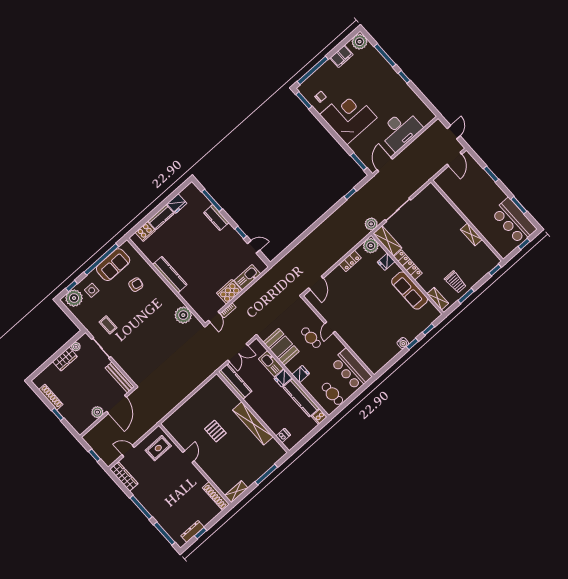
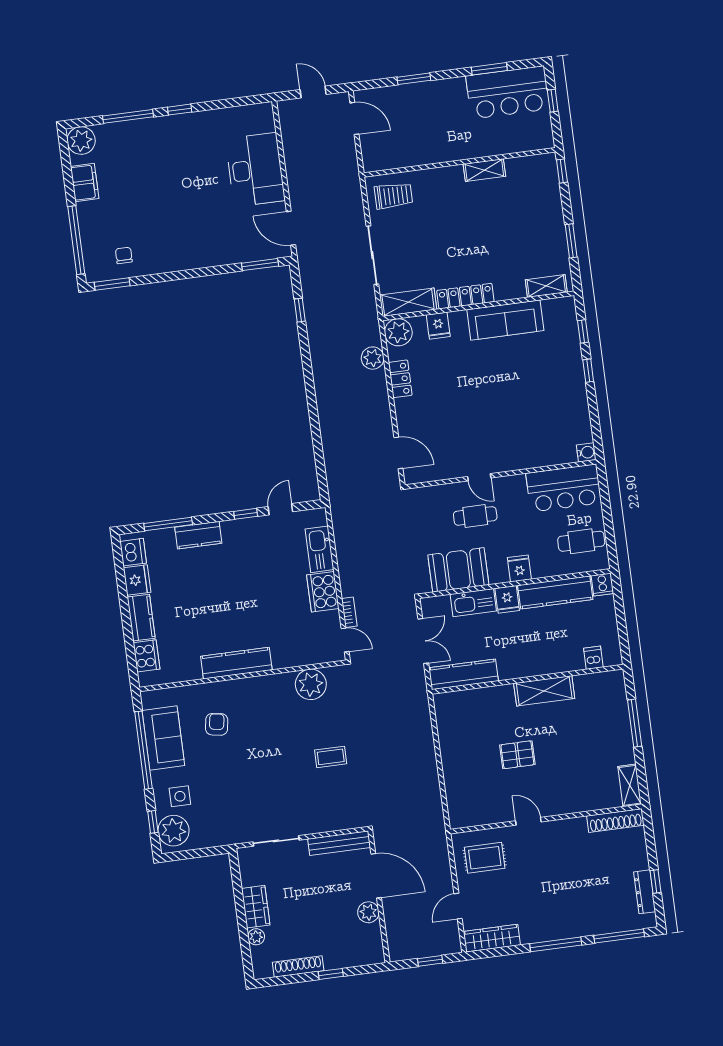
corner desk: (348, 116) -> (181, 233), removed
dishwasher: (188, 193) -> (133, 552), added
plant: (371, 224) -> (373, 358), moved
trolley: (455, 282) -> (393, 196), moved
coffee table: (108, 325) -> (331, 757), moved
water cooler: (403, 343) -> (586, 452), moved
plant: (76, 347) -> (256, 937), moved
shelving: (253, 423) -> (544, 691), width x0.68
rug: (158, 448) -> (485, 858), turned 90

